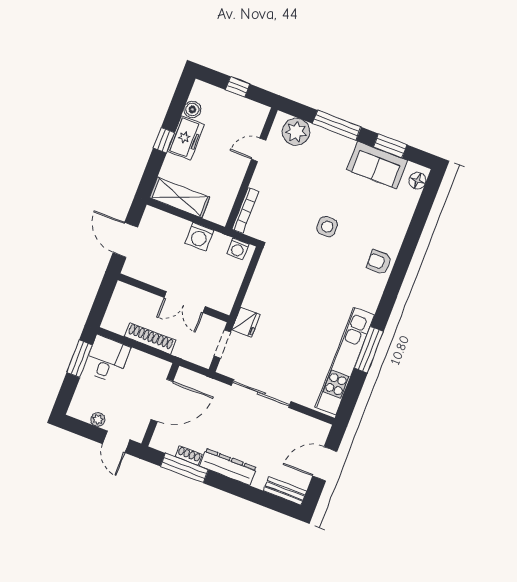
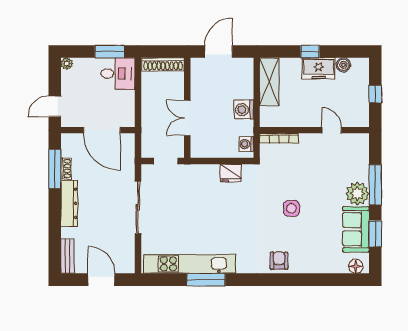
plant: (296, 132) -> (357, 194), moved
fridge: (246, 322) -> (231, 173), moved
shoe rack: (150, 338) -> (163, 64), moved, turned 90
plant: (98, 420) -> (67, 64), moved

